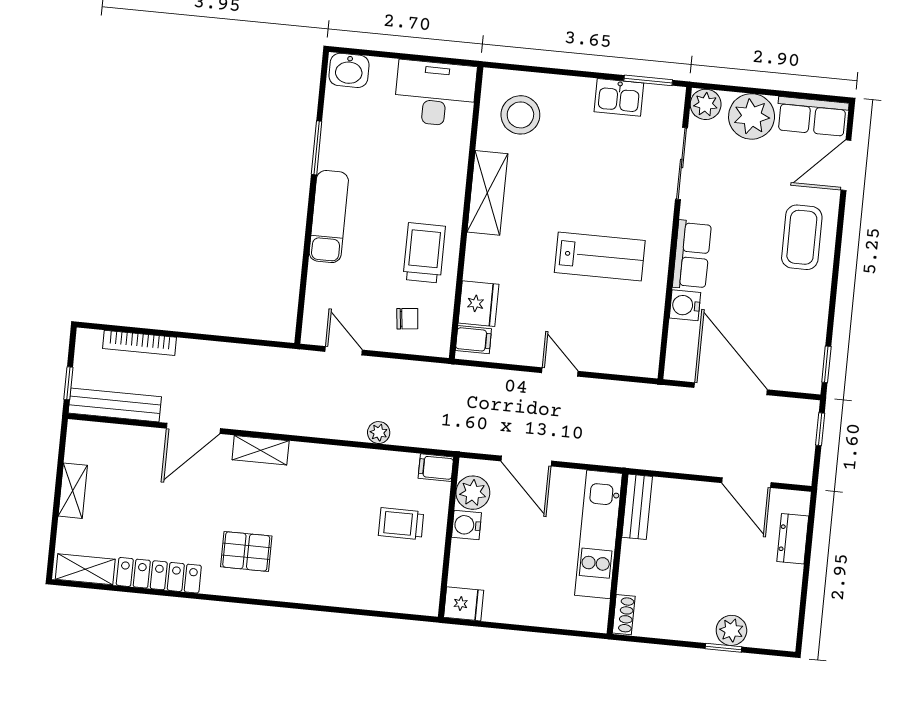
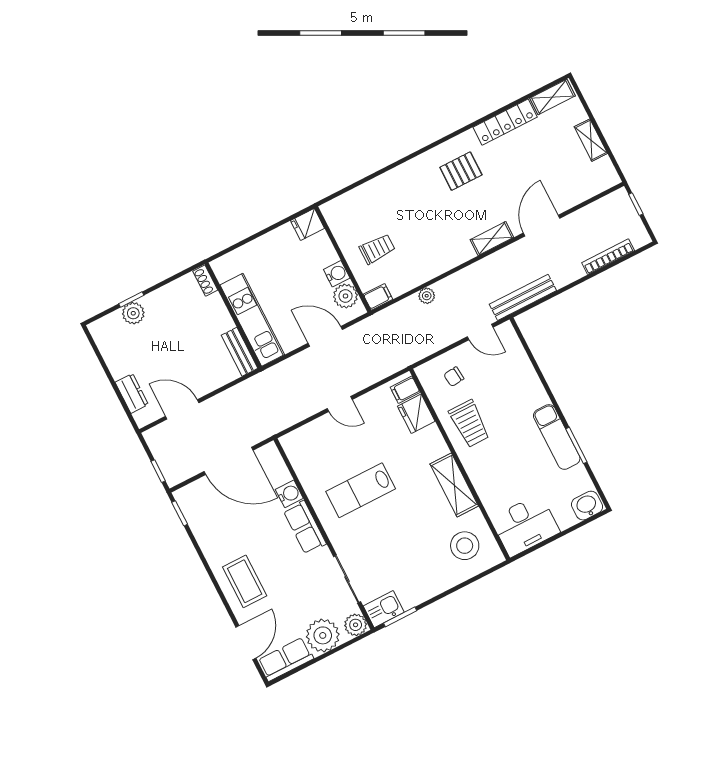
kitchen sink: (619, 97) -> (384, 609), moved
exam couch: (329, 217) -> (557, 437), moved
bench: (115, 405) -> (523, 297), moved

